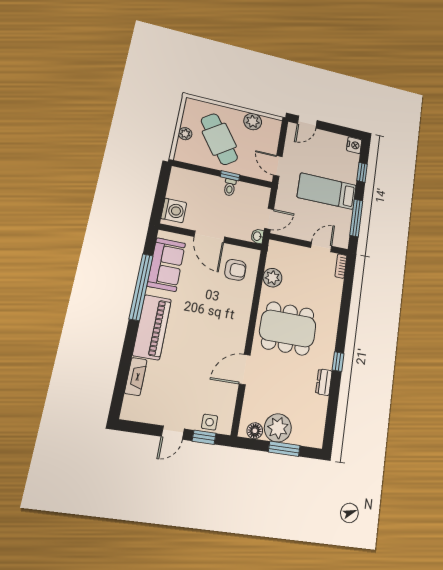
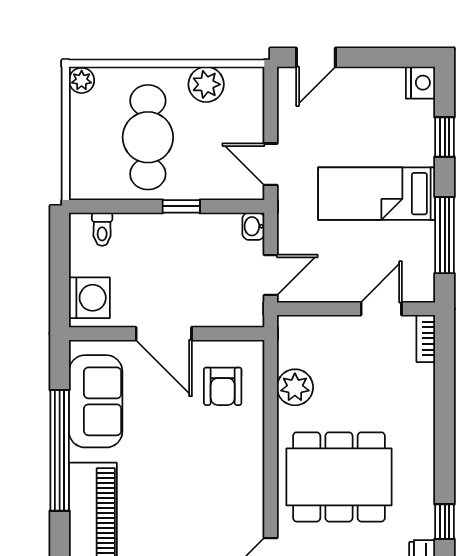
plant: (185, 134) -> (82, 80), moved
cafe table: (219, 139) -> (148, 137), turned 35
toilet: (230, 187) -> (102, 229), moved
washbasin: (257, 236) -> (253, 226), moved
armchair: (235, 270) -> (223, 386), turned 90

